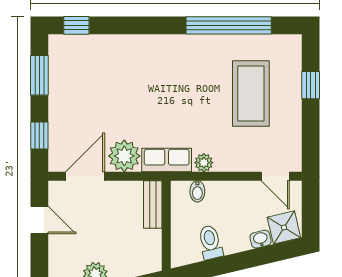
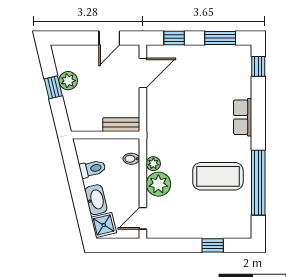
coffee table: (251, 94) -> (218, 176), moved
plant: (124, 156) -> (158, 184), moved
row of seats: (167, 160) -> (243, 117), moved, turned 180
door: (85, 176) -> (143, 73), hinge flipped
washbasin: (261, 239) -> (96, 200), width x1.91, depth x1.45

